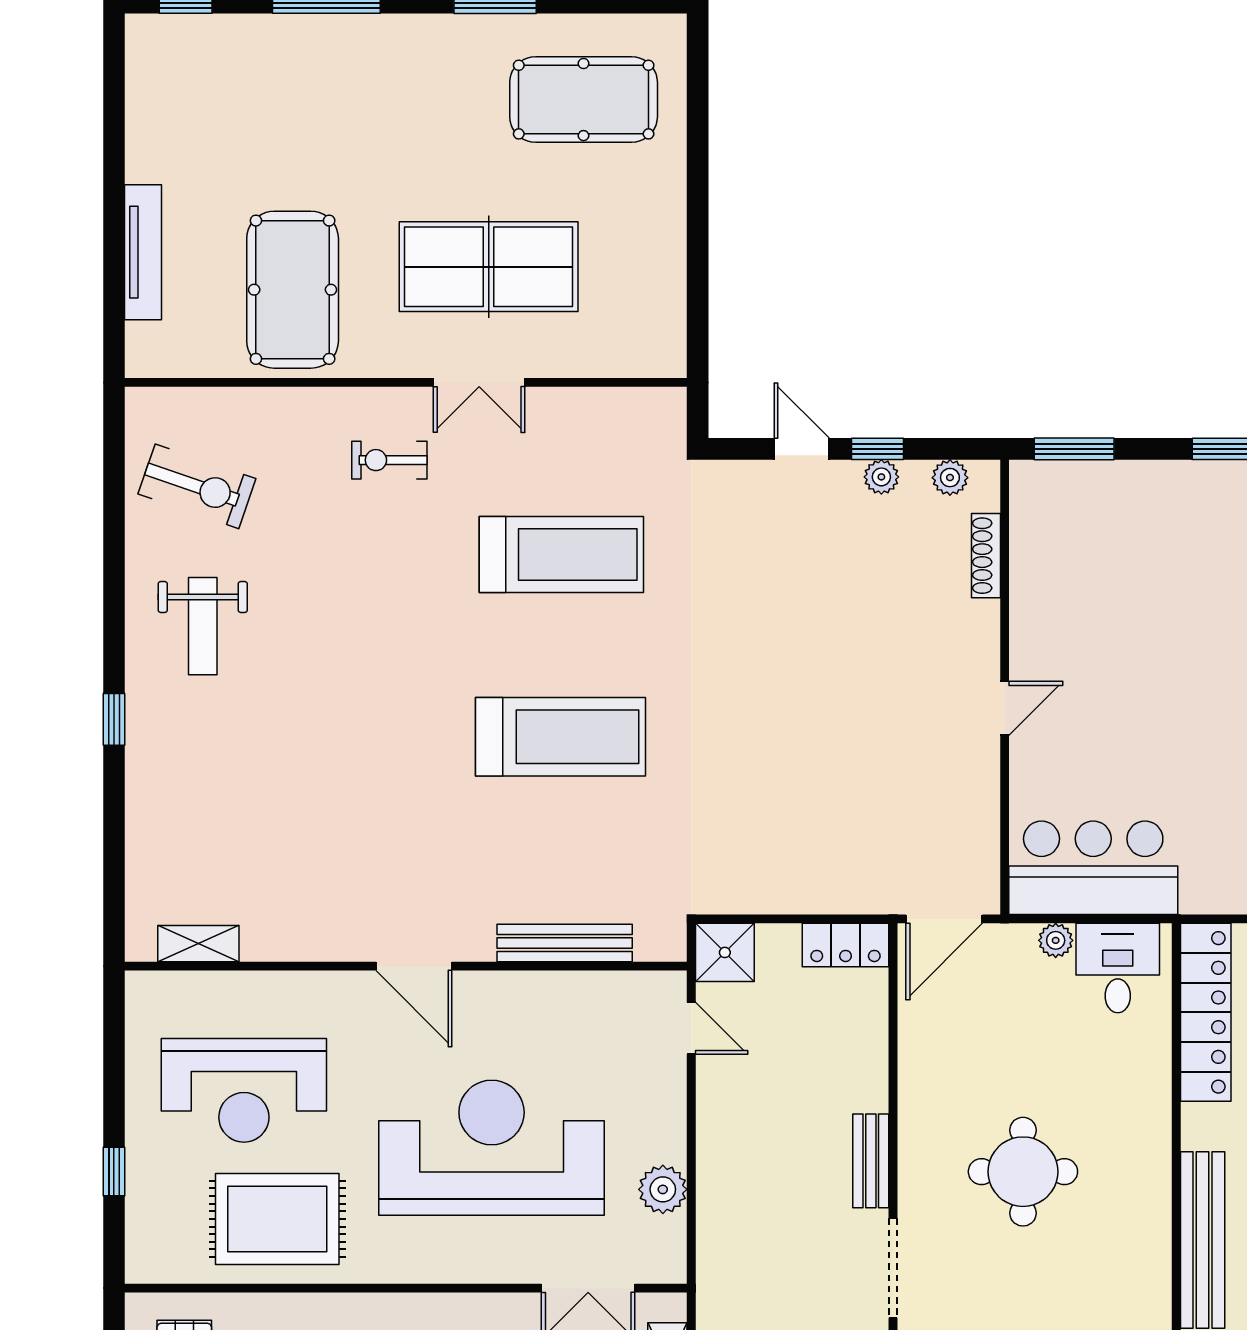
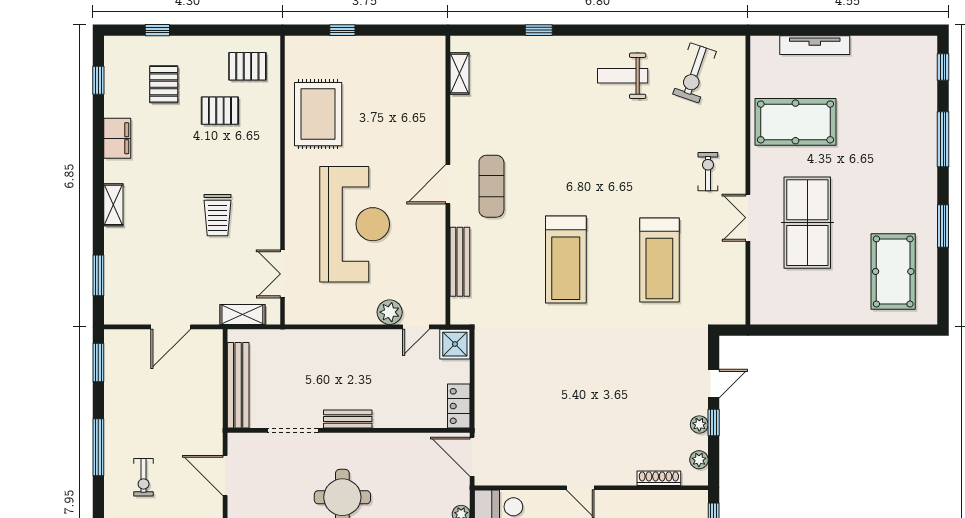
window: (114, 719) -> (539, 30), moved
exercise mat: (418, 882) -> (491, 186), added
reception desk: (244, 1090) -> (384, 97), removed
plant: (663, 1189) -> (390, 312), moved

